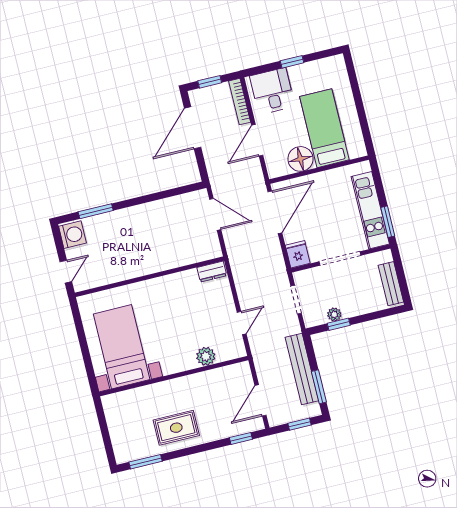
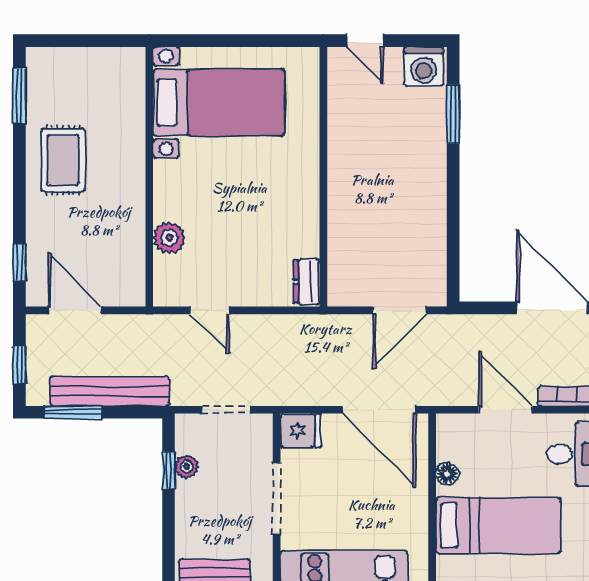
floor lamp: (300, 159) -> (447, 474), width x0.53, depth x0.53

